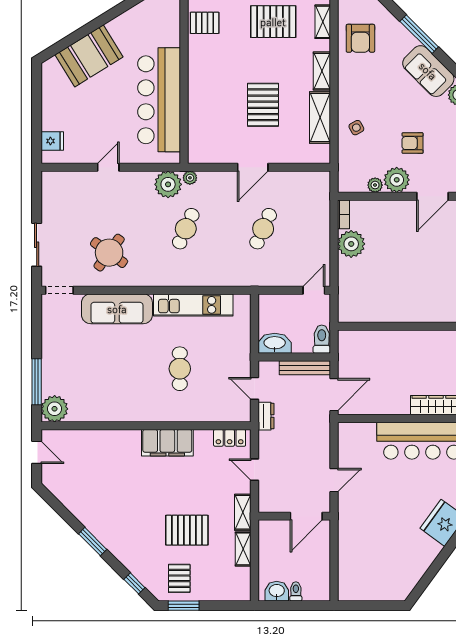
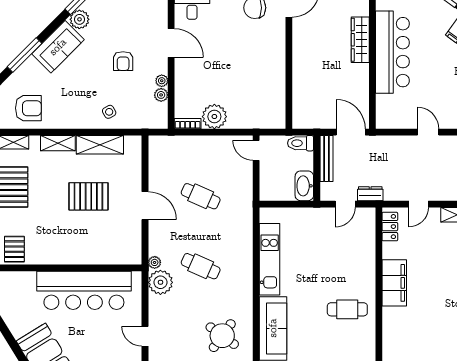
plant: (397, 180) -> (162, 81), width x0.53, depth x0.53
cafe table: (180, 369) -> (347, 309), moved

